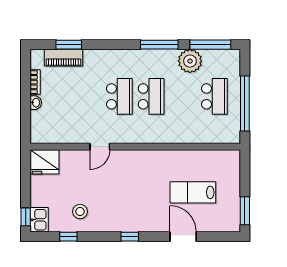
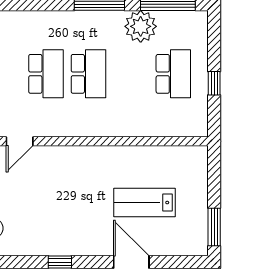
window: (245, 103) -> (214, 83), width x0.32

